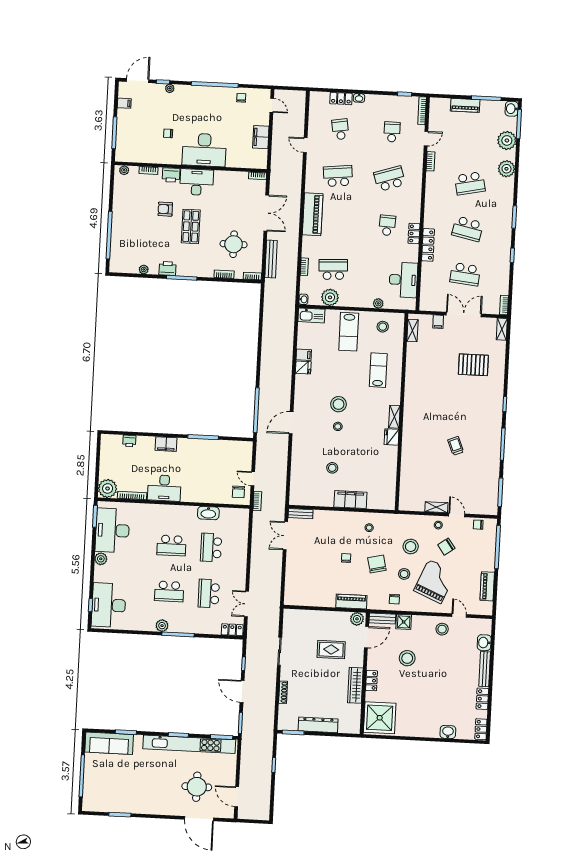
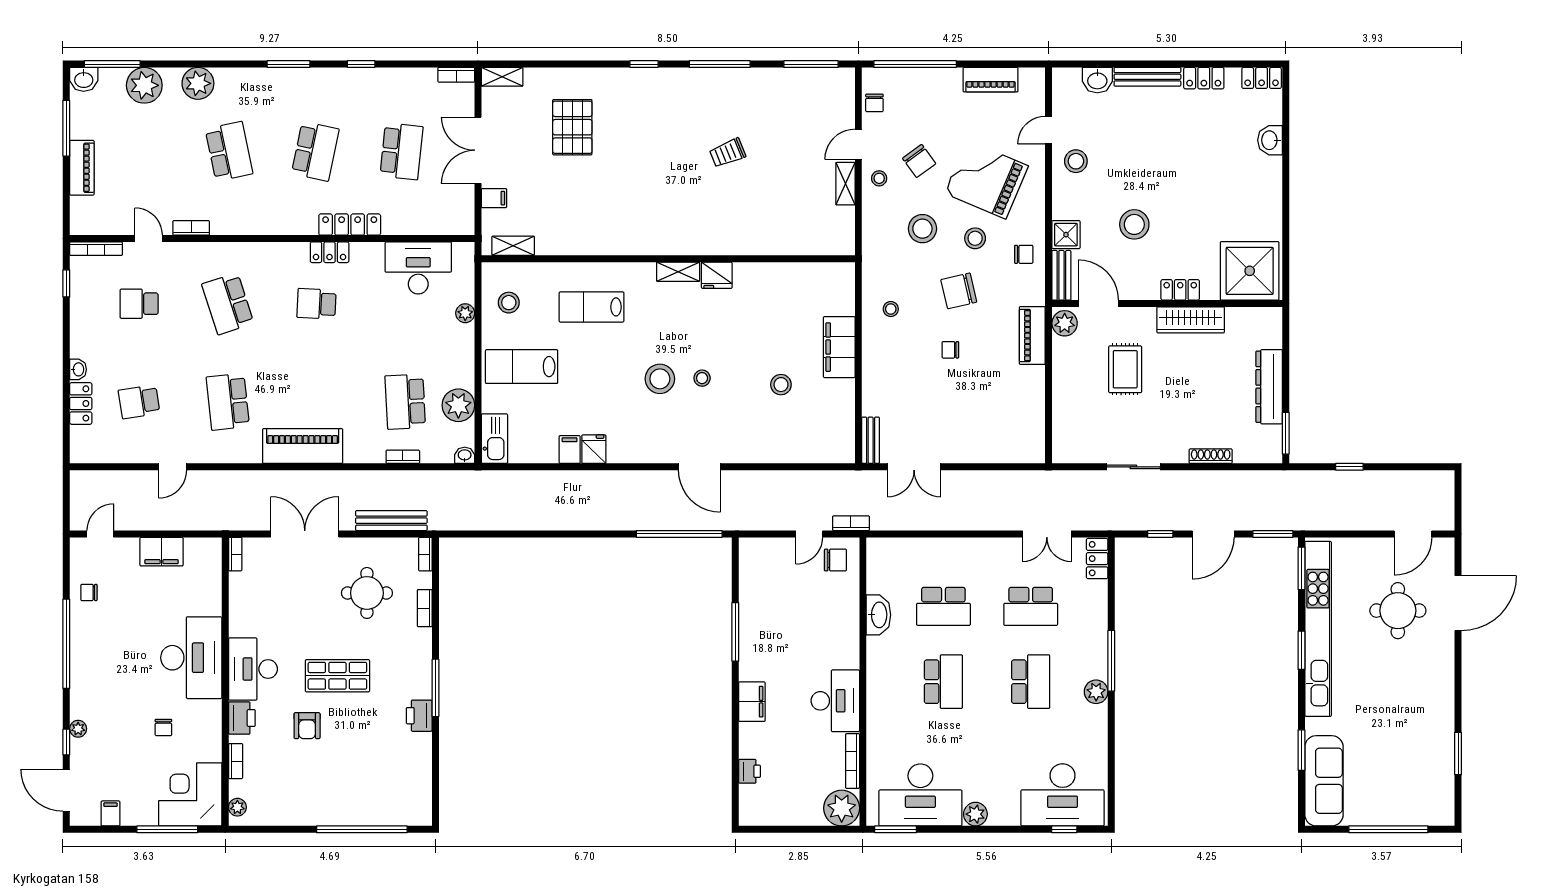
corner desk: (132, 146) -> (190, 794), added
plant: (144, 269) -> (423, 761), removed
lab bench: (349, 332) -> (522, 367), turned 180

